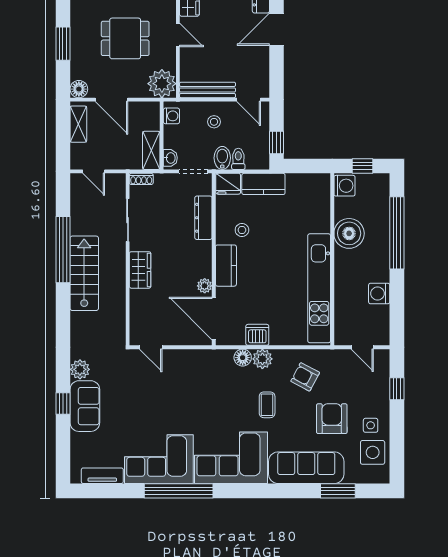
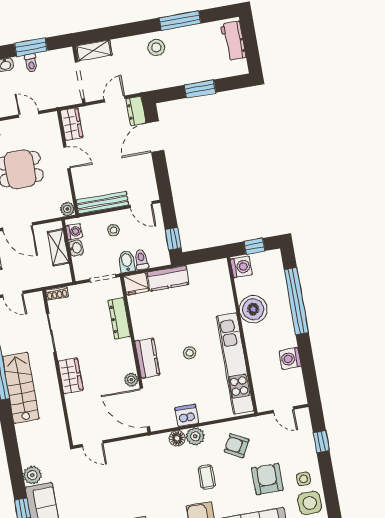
plant: (162, 84) -> (67, 209), width x0.53, depth x0.53
shelving: (151, 150) -> (58, 247), moved
washbasin: (170, 158) -> (76, 248), moved
stool: (242, 230) -> (190, 353), moved

